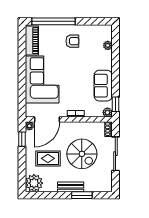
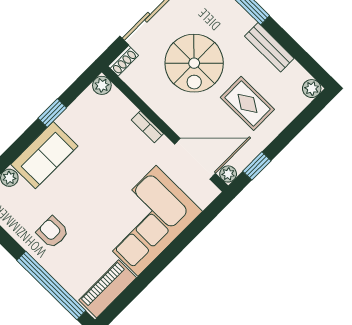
sofa: (103, 86) -> (44, 155), moved
window: (115, 104) -> (52, 113), moved
spiral stairs: (82, 154) -> (194, 63), turned 180
plant: (34, 183) -> (312, 89), width x0.53, depth x0.53
bench: (71, 187) -> (269, 47), moved

